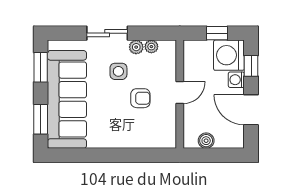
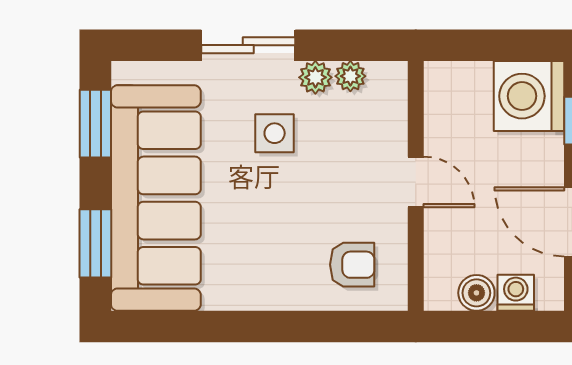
window: (217, 33) -> (502, 45), removed
washing machine: (236, 80) -> (516, 293), moved, turned 90
door: (180, 92) -> (416, 182), hinge flipped
armchair: (140, 98) -> (352, 265), moved

